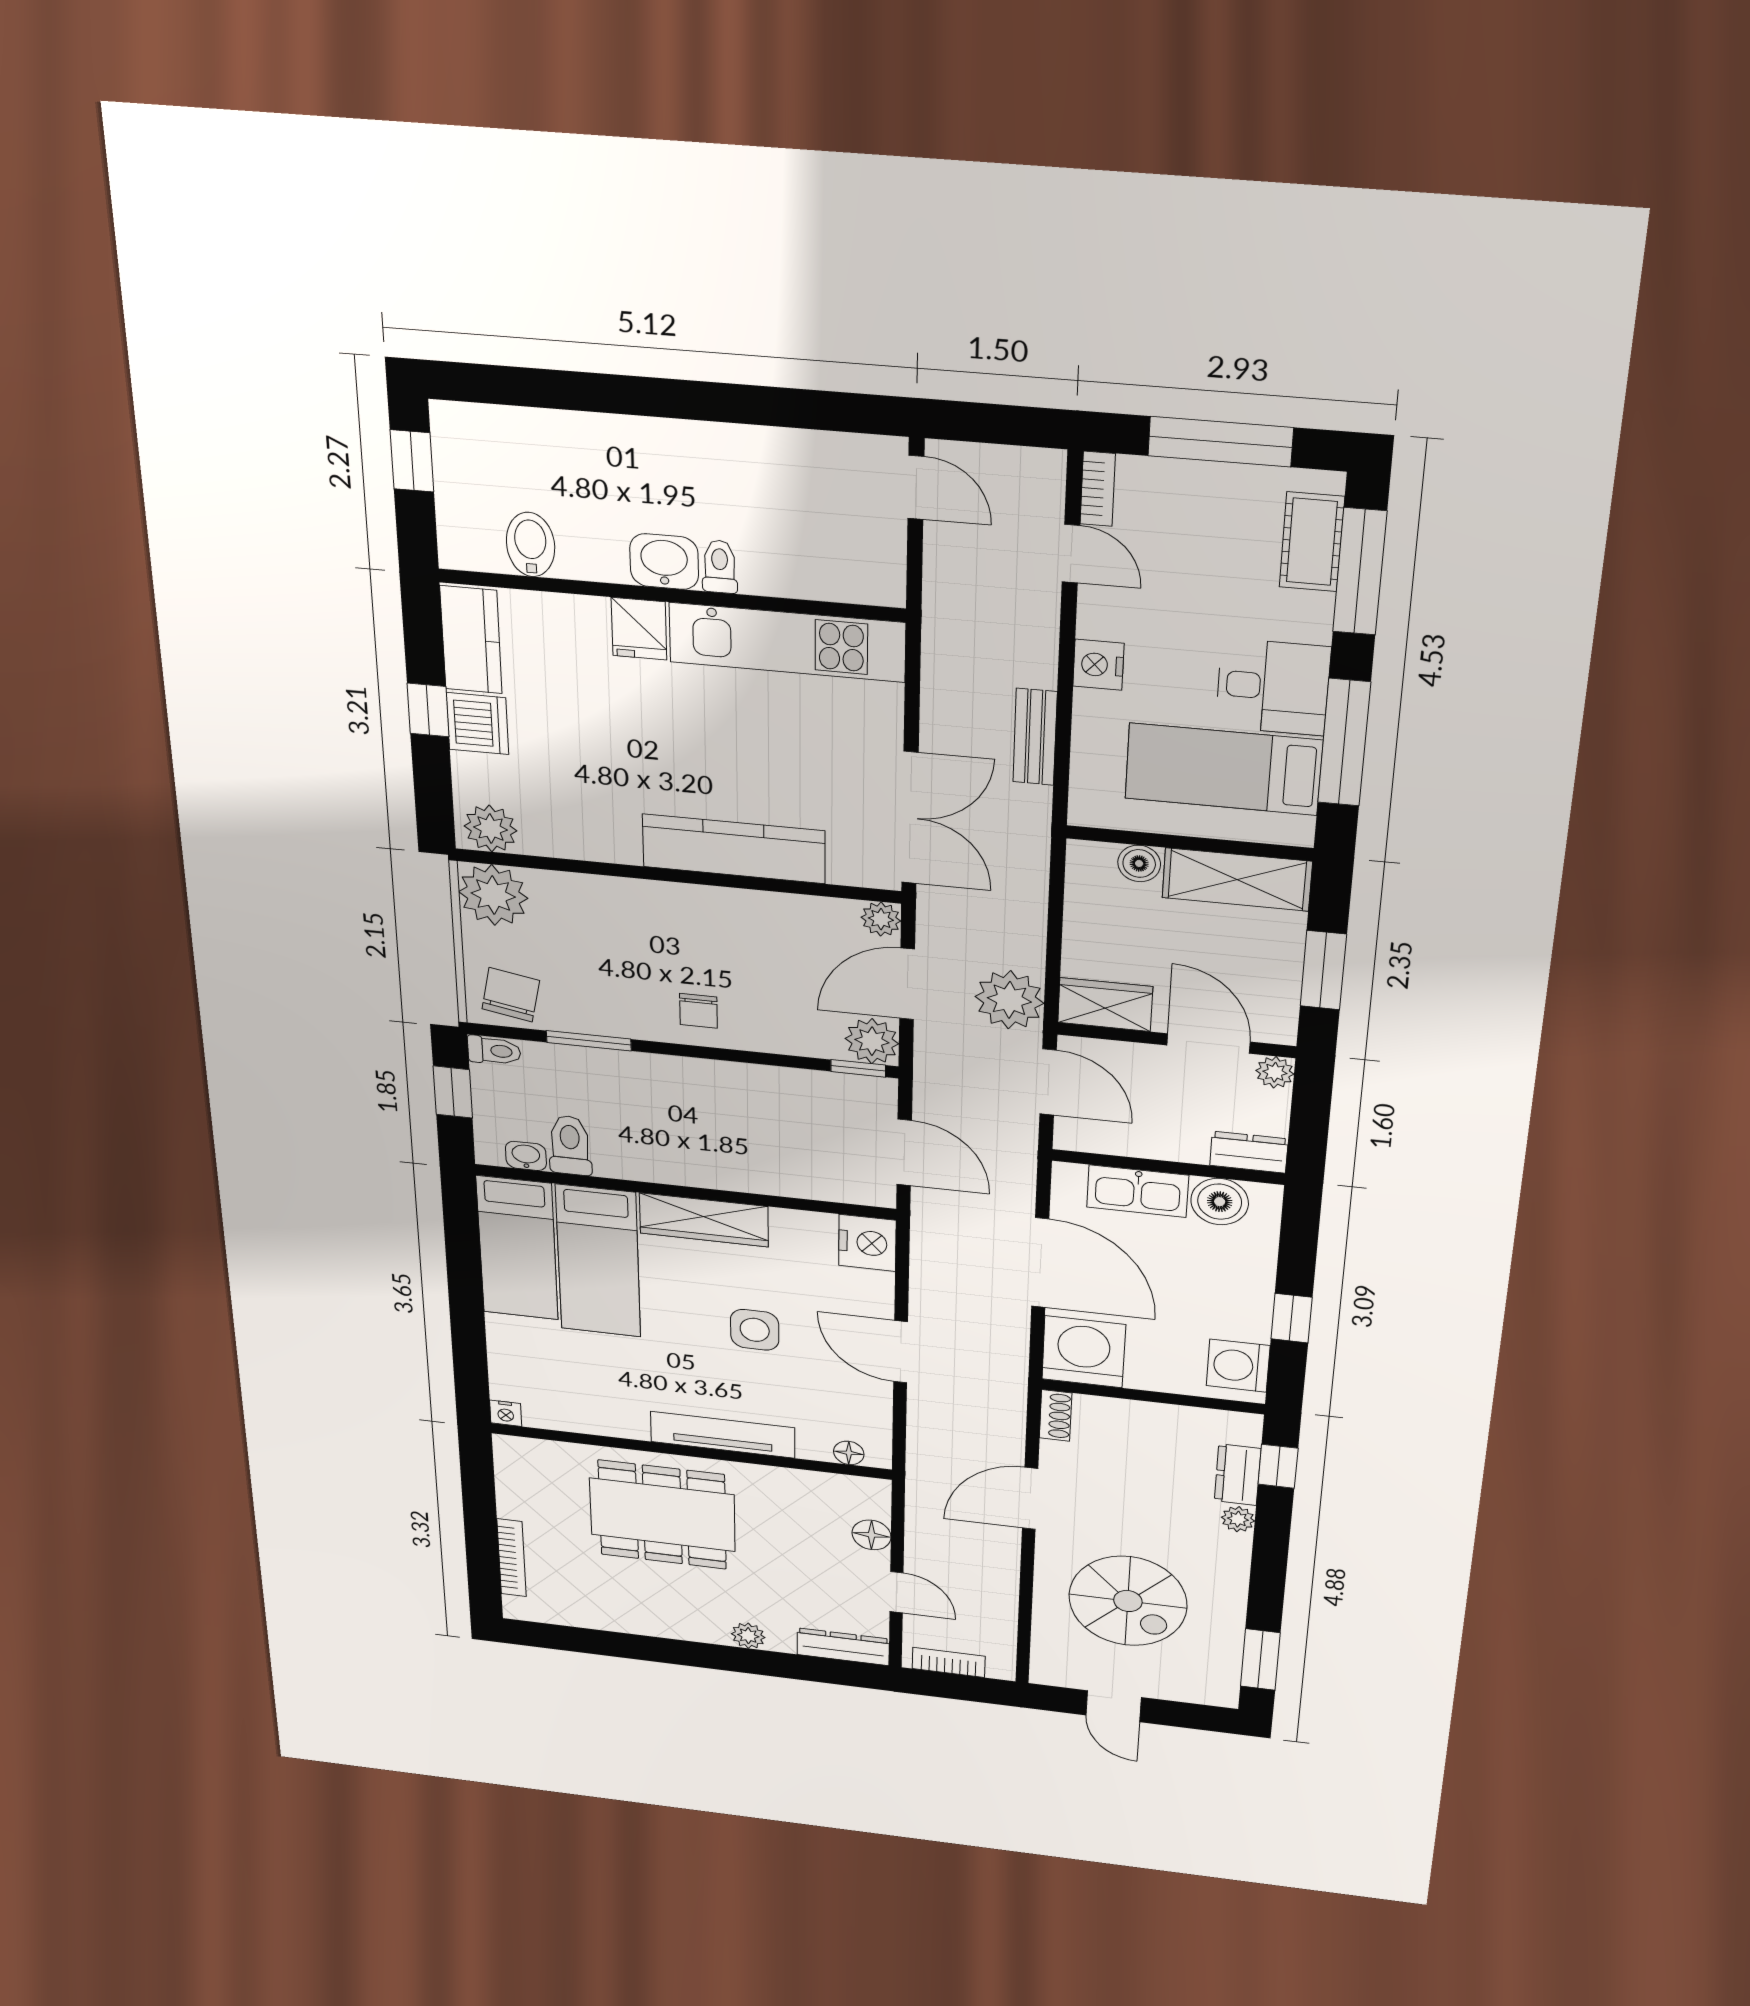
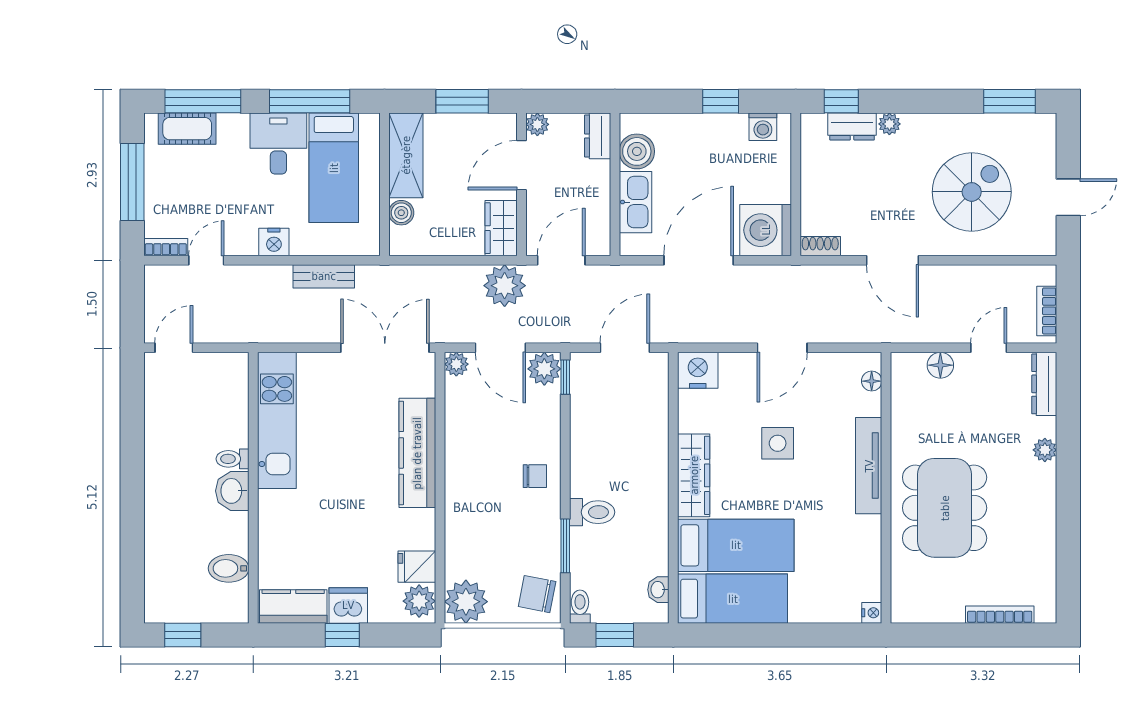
fridge: (639, 629) -> (417, 567), moved, turned 180
toilet: (570, 1145) -> (592, 512), moved, turned 180
washing machine: (1238, 1366) -> (763, 127), width x0.73, depth x0.73

